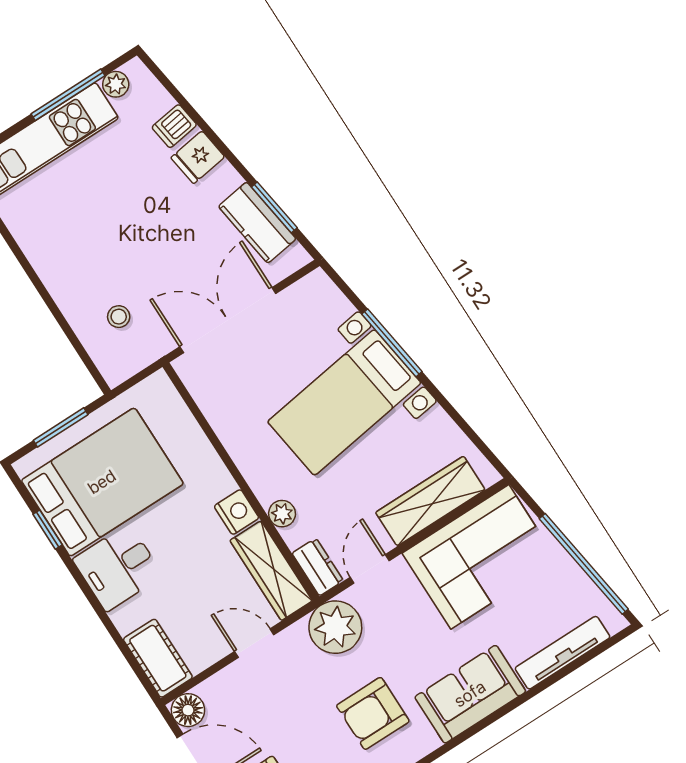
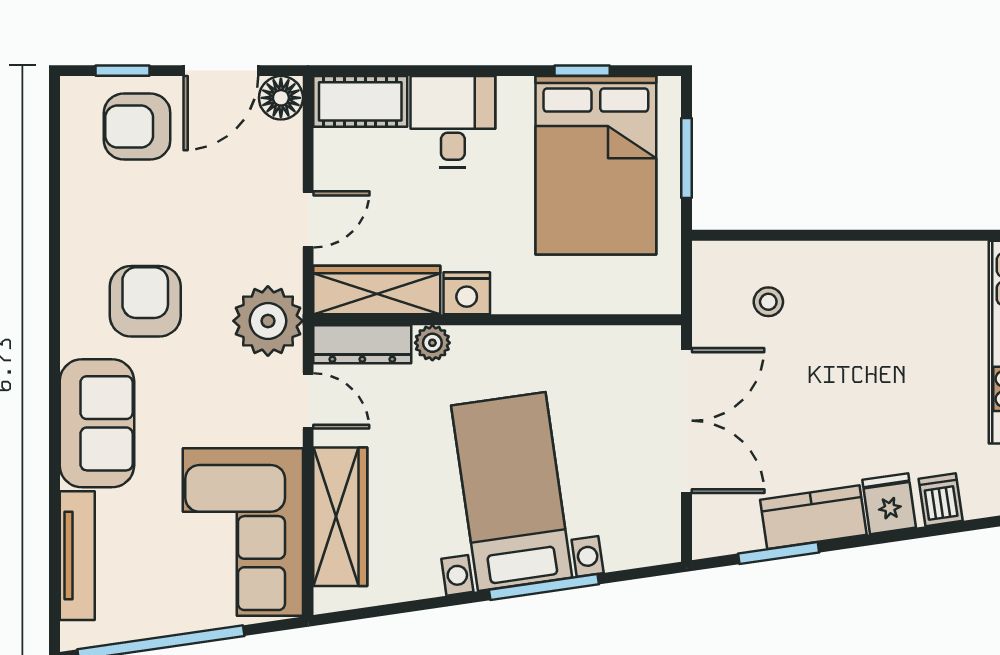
kitchen counter: (257, 223) -> (813, 517), moved
dresser: (318, 567) -> (362, 344), width x1.44
desk: (118, 568) -> (453, 122), moved

